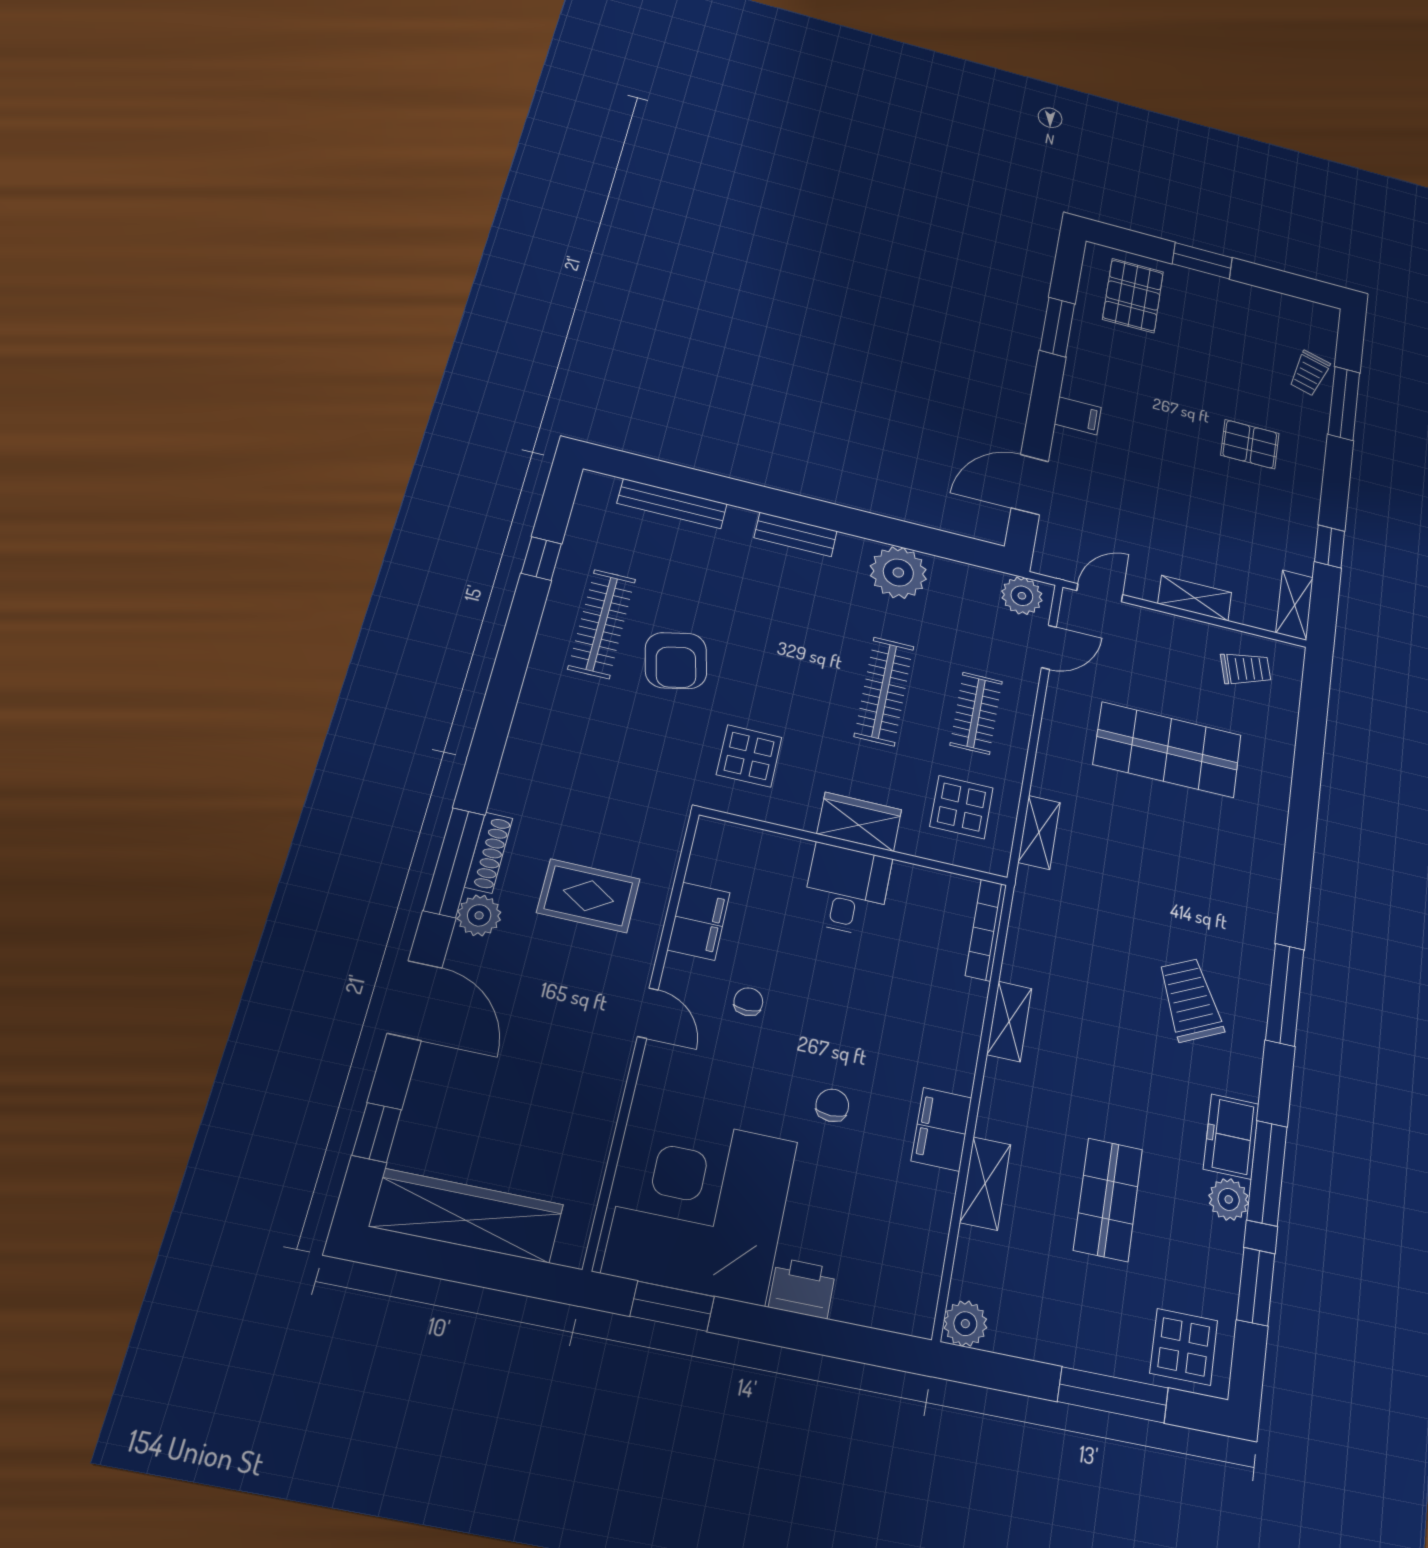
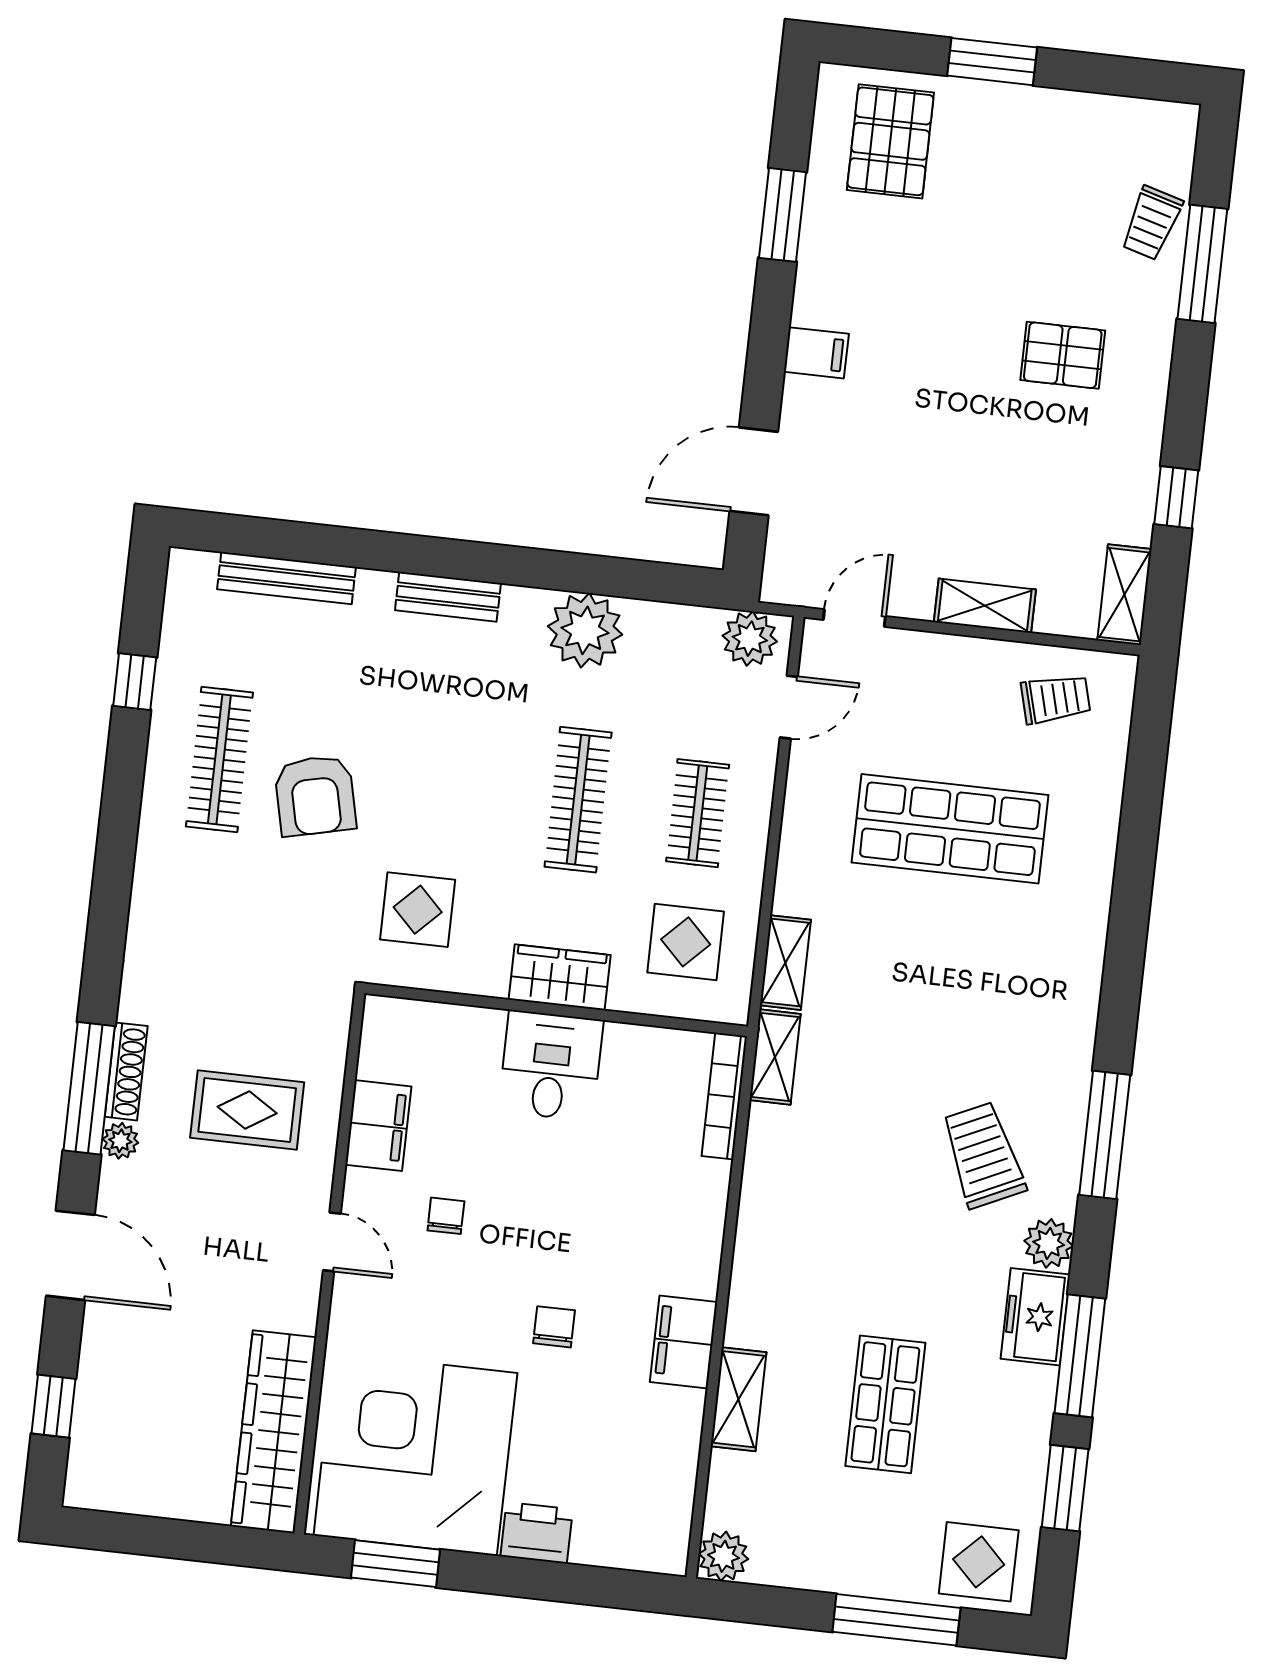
plant: (479, 915) -> (120, 1141), width x0.73, depth x0.73
shelving: (1009, 1021) -> (775, 1057), moved
plant: (1229, 1199) -> (1049, 1243), moved
wardrobe: (467, 1216) -> (274, 1432), moved, turned -90

